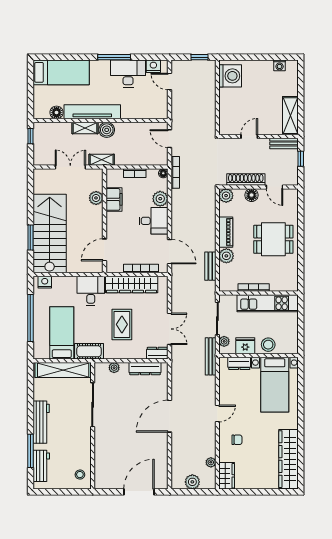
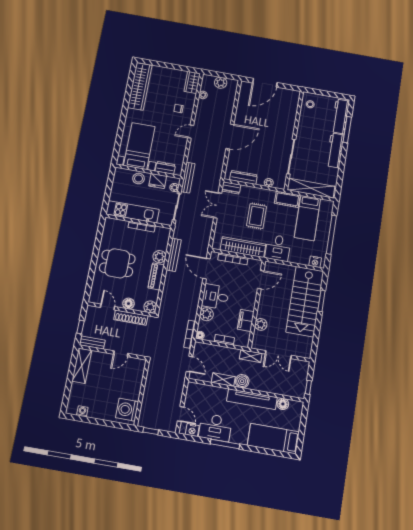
shelving: (85, 128) -> (223, 380), moved
bench: (210, 266) -> (174, 255), width x1.36
workbench: (41, 466) -> (340, 116), width x1.38

